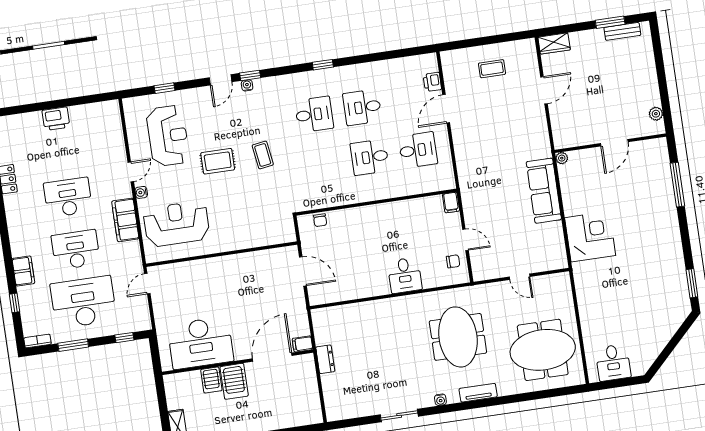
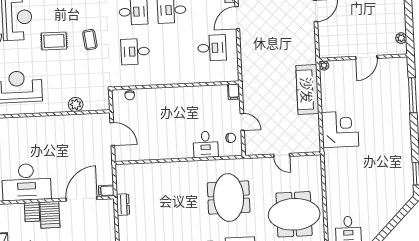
desk: (370, 157) -> (135, 52), moved
plant: (253, 239) -> (76, 104), added
desk: (405, 275) -> (206, 144), moved

